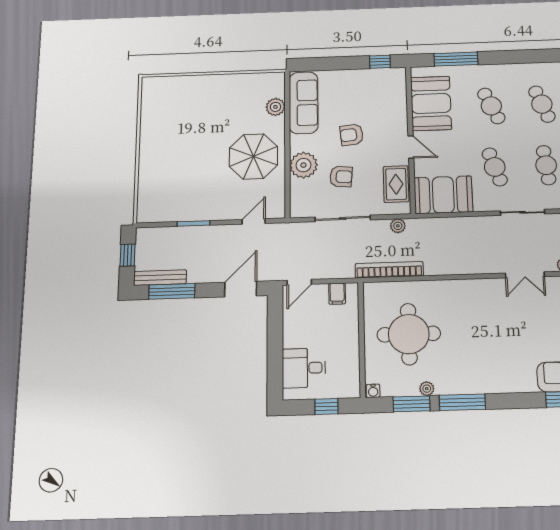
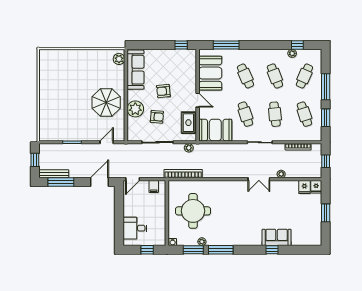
plant: (275, 107) -> (119, 59), moved

